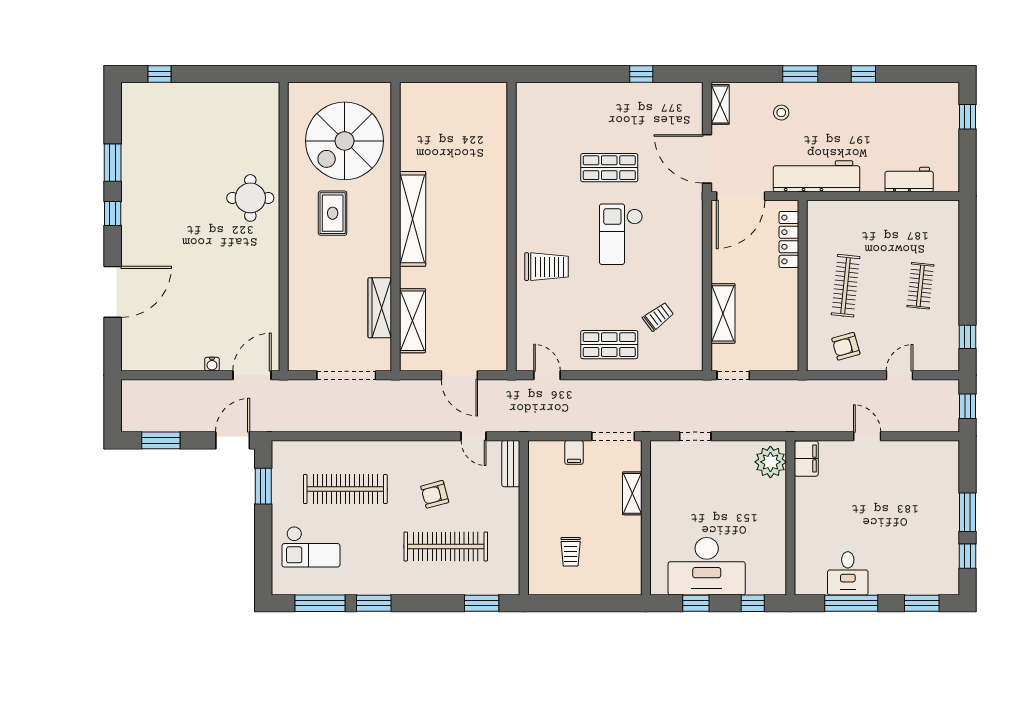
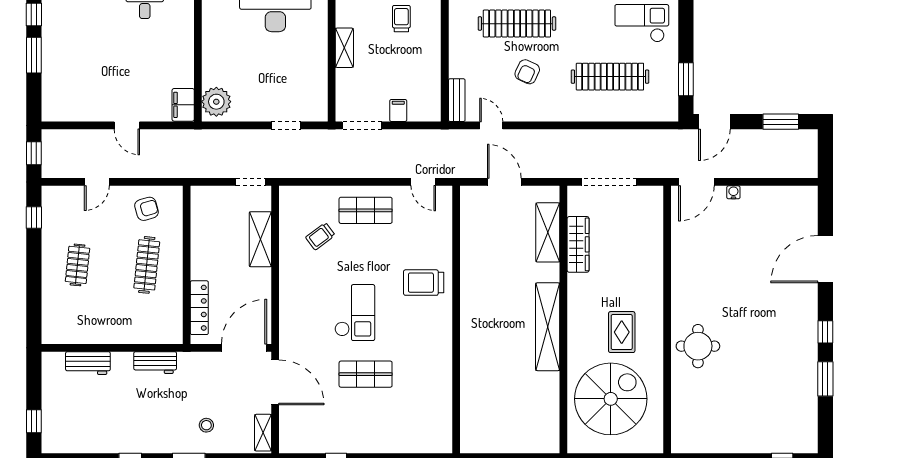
workbench: (816, 176) -> (155, 363), width x0.53, depth x0.76
shelving: (632, 493) -> (344, 48), moved
armchair: (435, 494) -> (527, 72), turned 130

